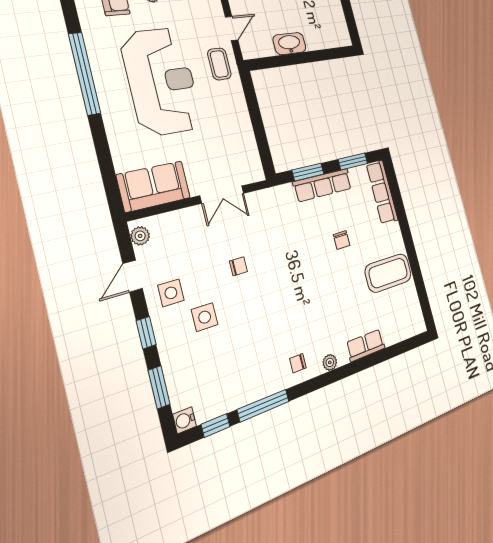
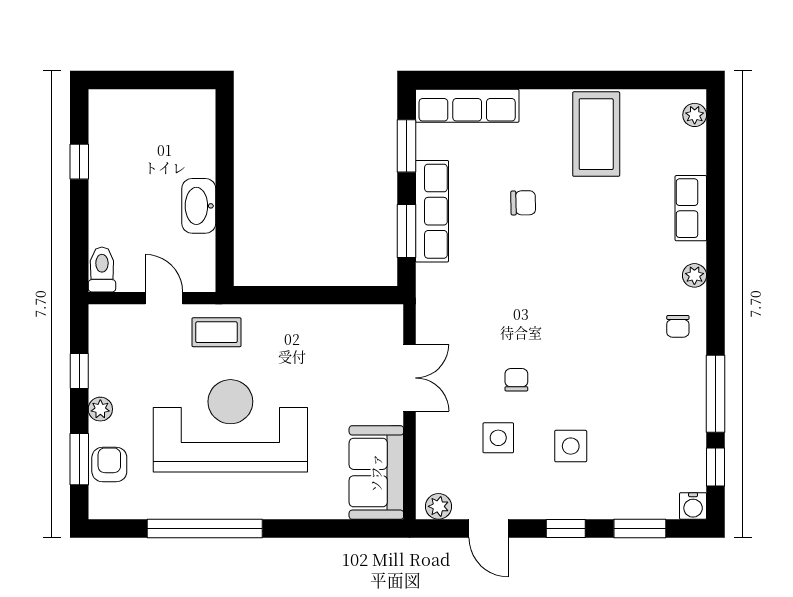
side table: (171, 293) -> (498, 438), moved
plant: (413, 329) -> (695, 115), added

